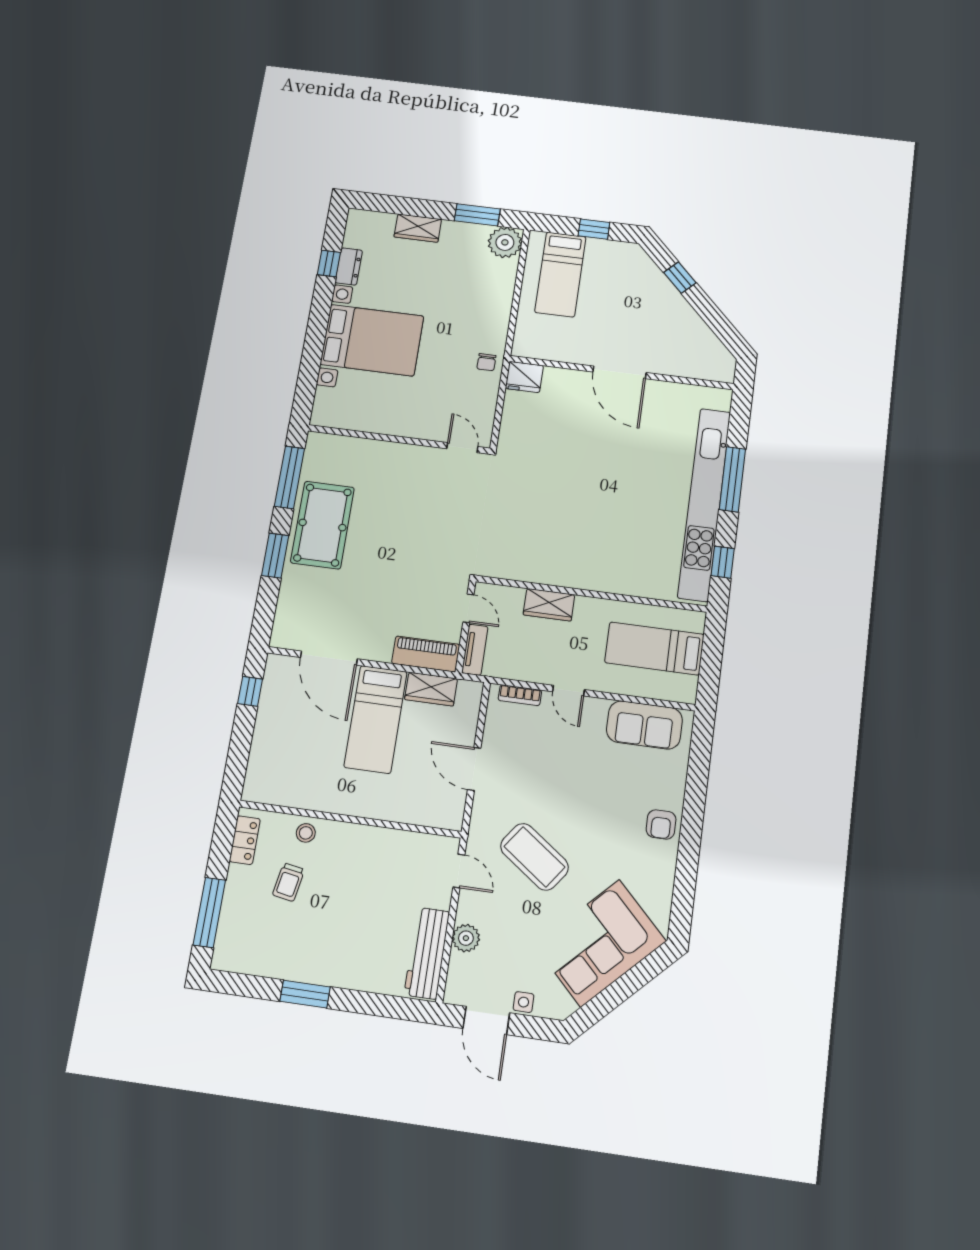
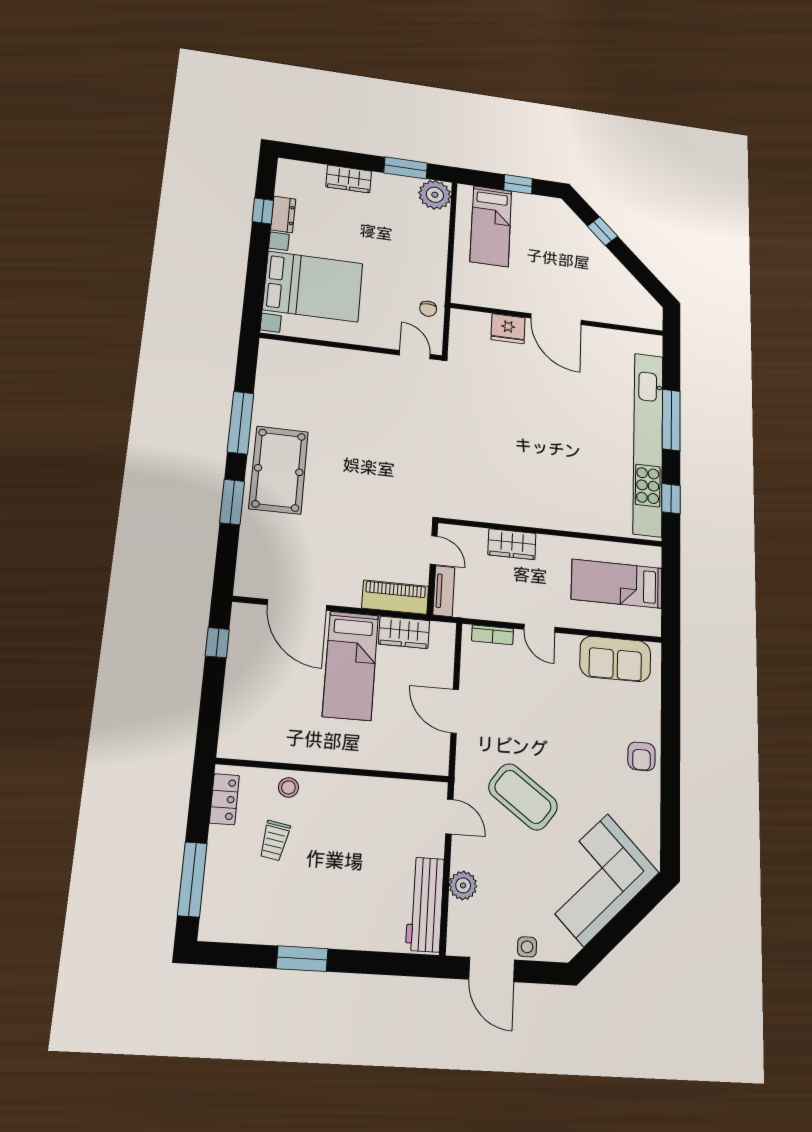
fridge: (524, 377) -> (508, 329), moved
wall: (399, 439) -> (352, 347), moved
door: (462, 448) -> (415, 355), moved

